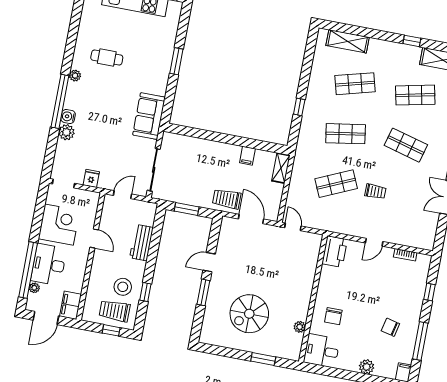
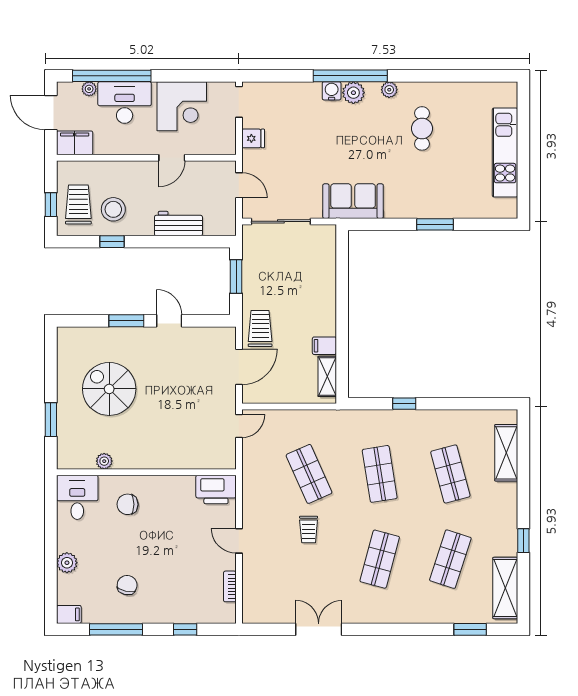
shop shelf: (415, 95) -> (450, 559), turned 30
plant: (66, 132) -> (353, 93), moved
shelving: (281, 168) -> (327, 376), moved, turned 90

